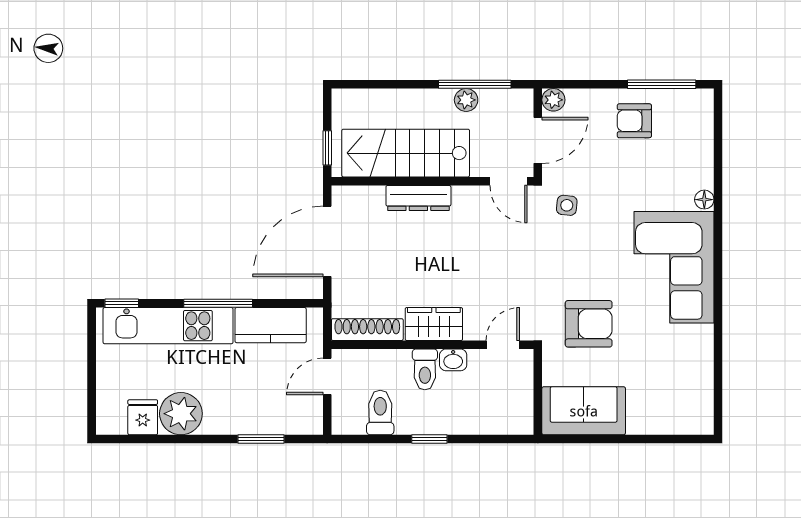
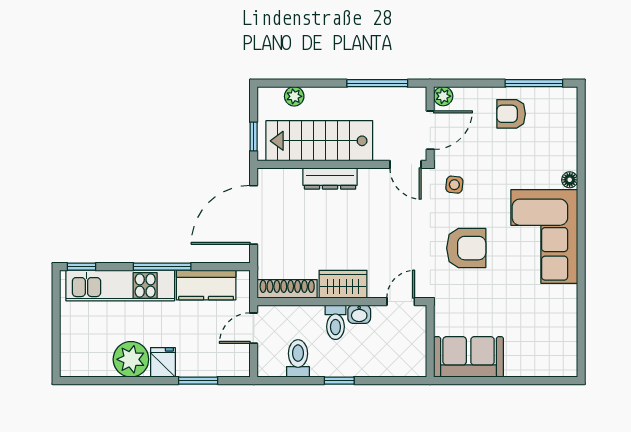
plant: (466, 100) -> (294, 96), moved
armchair: (589, 324) -> (466, 248), moved
fridge: (143, 417) -> (163, 362), moved

